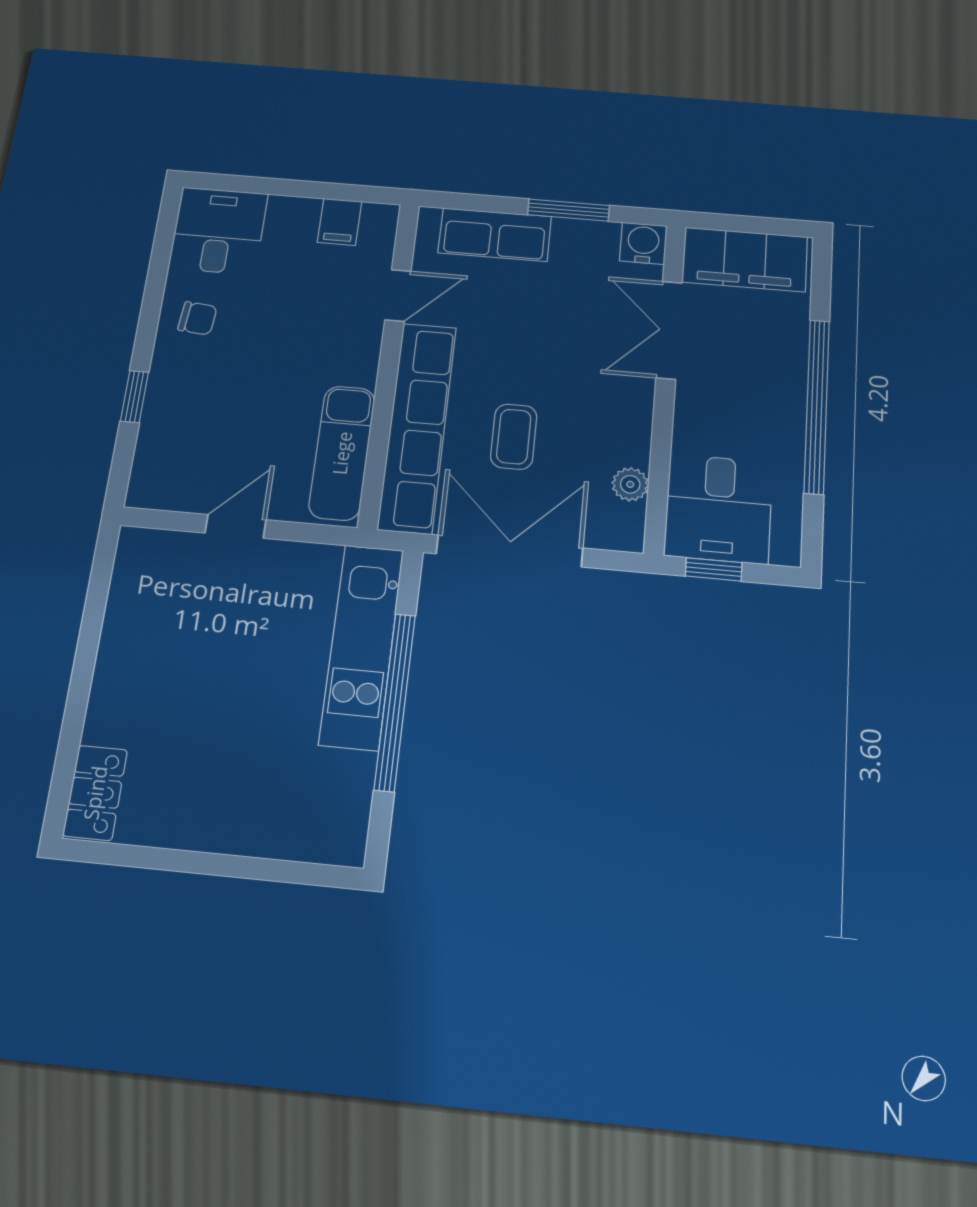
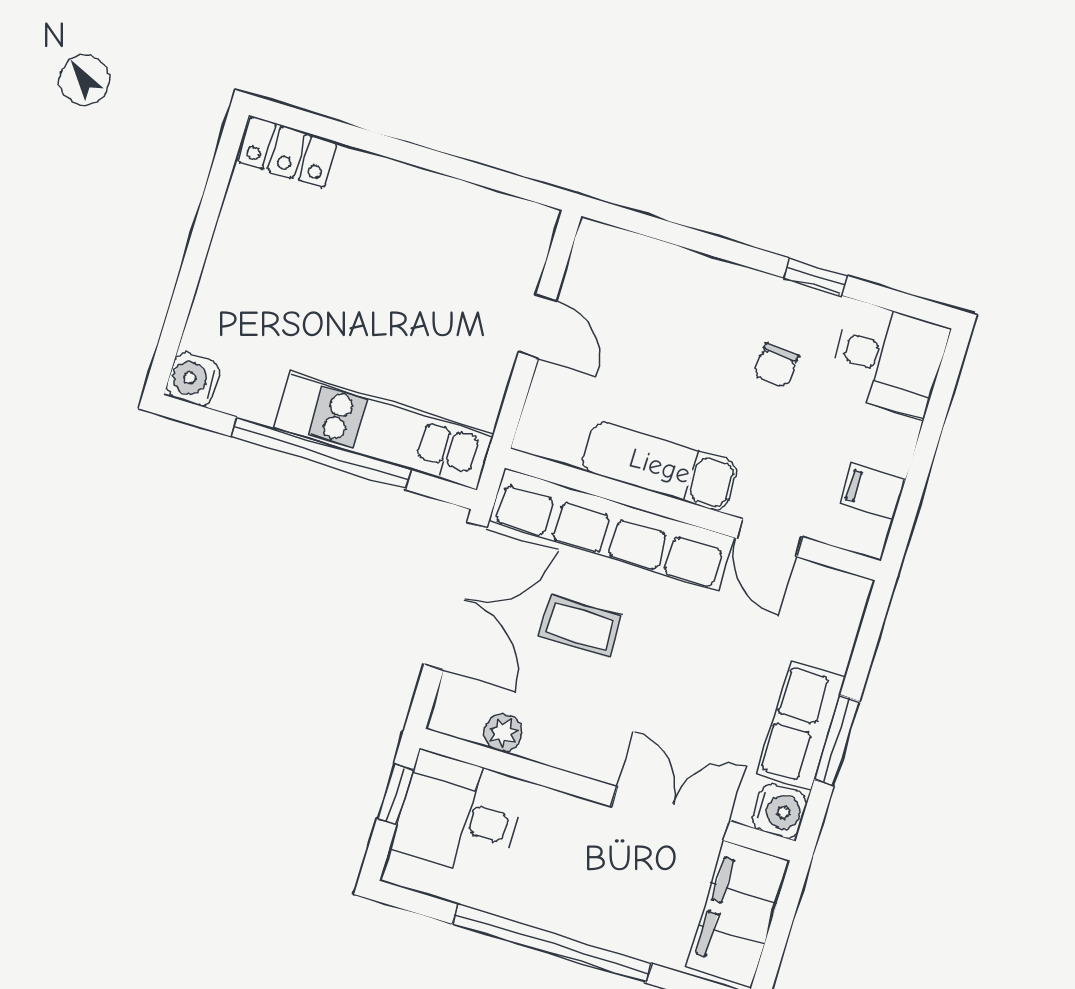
row of seats: (495, 235) -> (801, 726), moved
chair: (197, 318) -> (776, 365), moved
window: (134, 397) -> (816, 277), moved
exam couch: (342, 453) -> (660, 466), moved
water cooler: (343, 842) -> (193, 379), added

